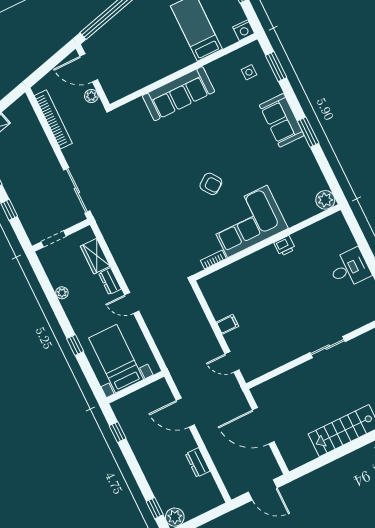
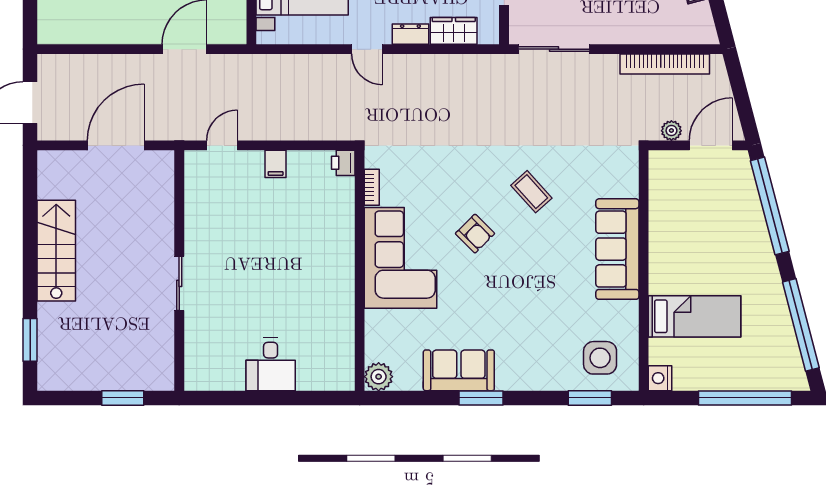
side table: (249, 72) -> (600, 358), width x1.87, depth x1.87
sofa: (282, 120) -> (459, 370), moved
coffee table: (169, 162) -> (531, 192), added
armchair: (211, 184) -> (475, 234), turned -99
printer: (285, 246) -> (343, 163), moved
door: (132, 303) -> (367, 49), swing flipped
dresser: (198, 463) -> (109, 33), removed

